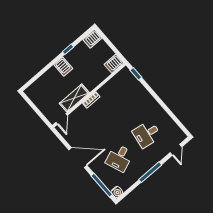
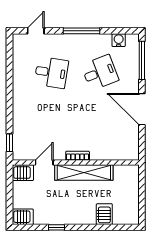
server rack: (63, 67) -> (104, 214), moved
shelving: (74, 98) -> (84, 173), width x1.47
door: (62, 119) -> (44, 163), moved
water cooler: (117, 192) -> (119, 40), moved

